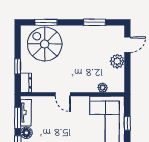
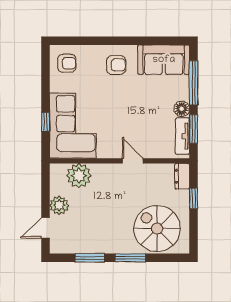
window: (46, 22) -> (130, 258), moved
spiral stairs: (45, 44) -> (157, 229), turned 180
plant: (103, 88) -> (79, 176), width x1.88, depth x1.88

